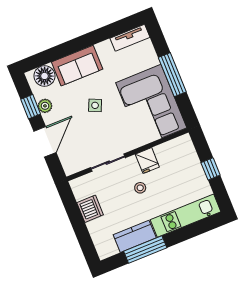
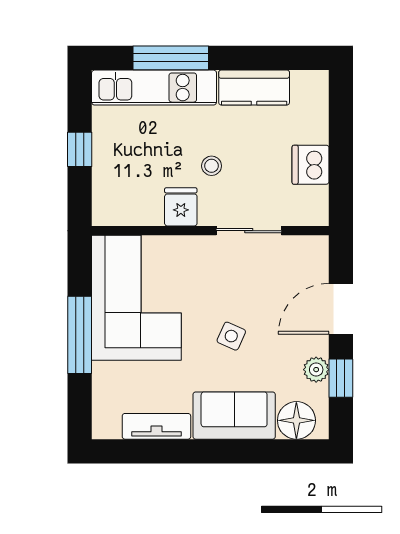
tv unit: (130, 38) -> (156, 426), moved
window: (145, 250) -> (171, 58), moved

